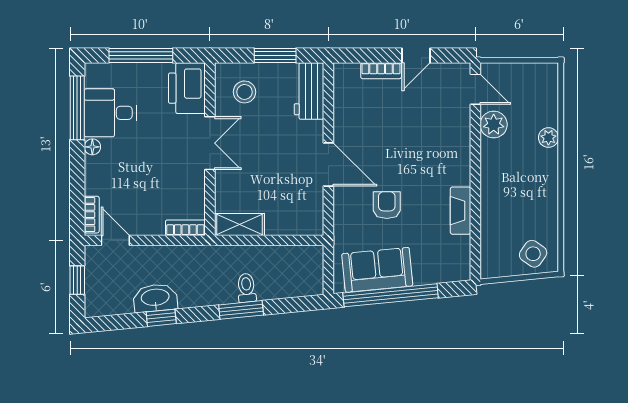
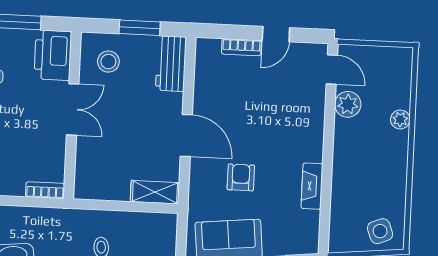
shelving: (240, 224) -> (155, 192), moved
side table: (533, 254) -> (380, 231), turned 34

